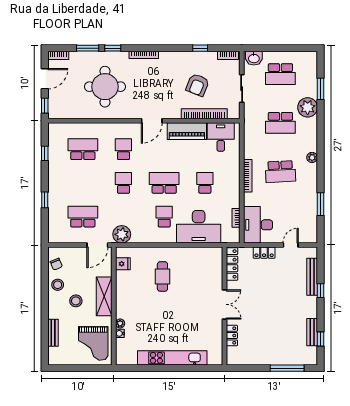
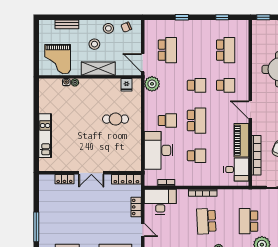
grand piano: (93, 343) -> (58, 59), turned -90
kitchen unit: (172, 358) -> (45, 136), width x0.73

